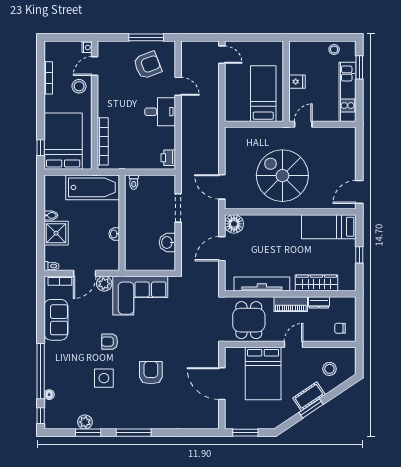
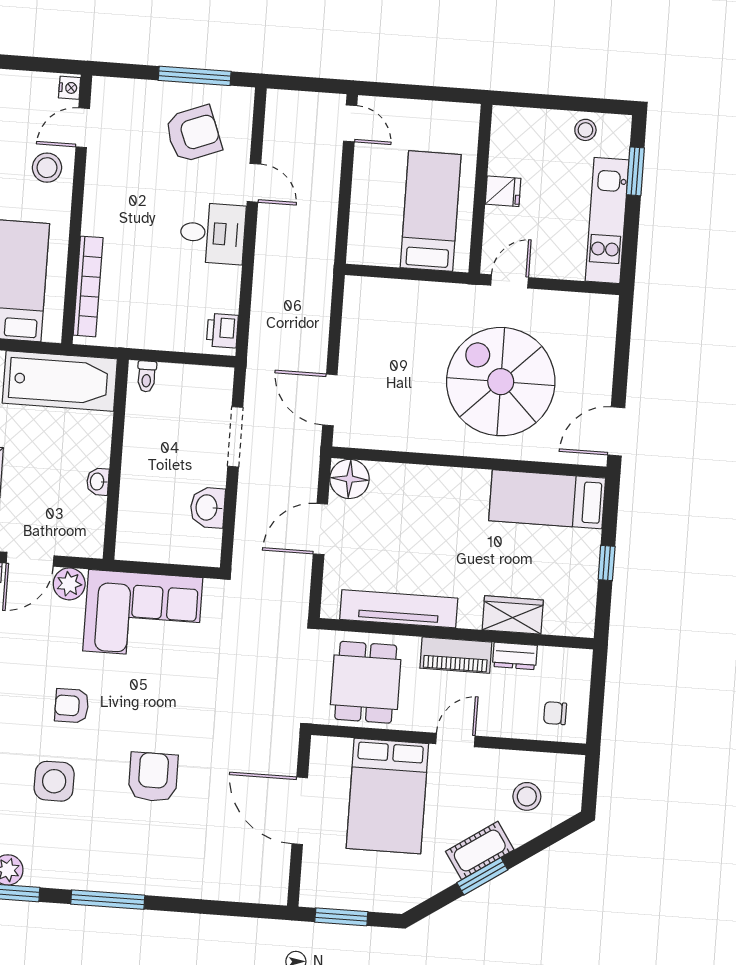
spiral stairs: (282, 176) -> (501, 382), moved
wardrobe: (316, 283) -> (513, 615), width x0.67

